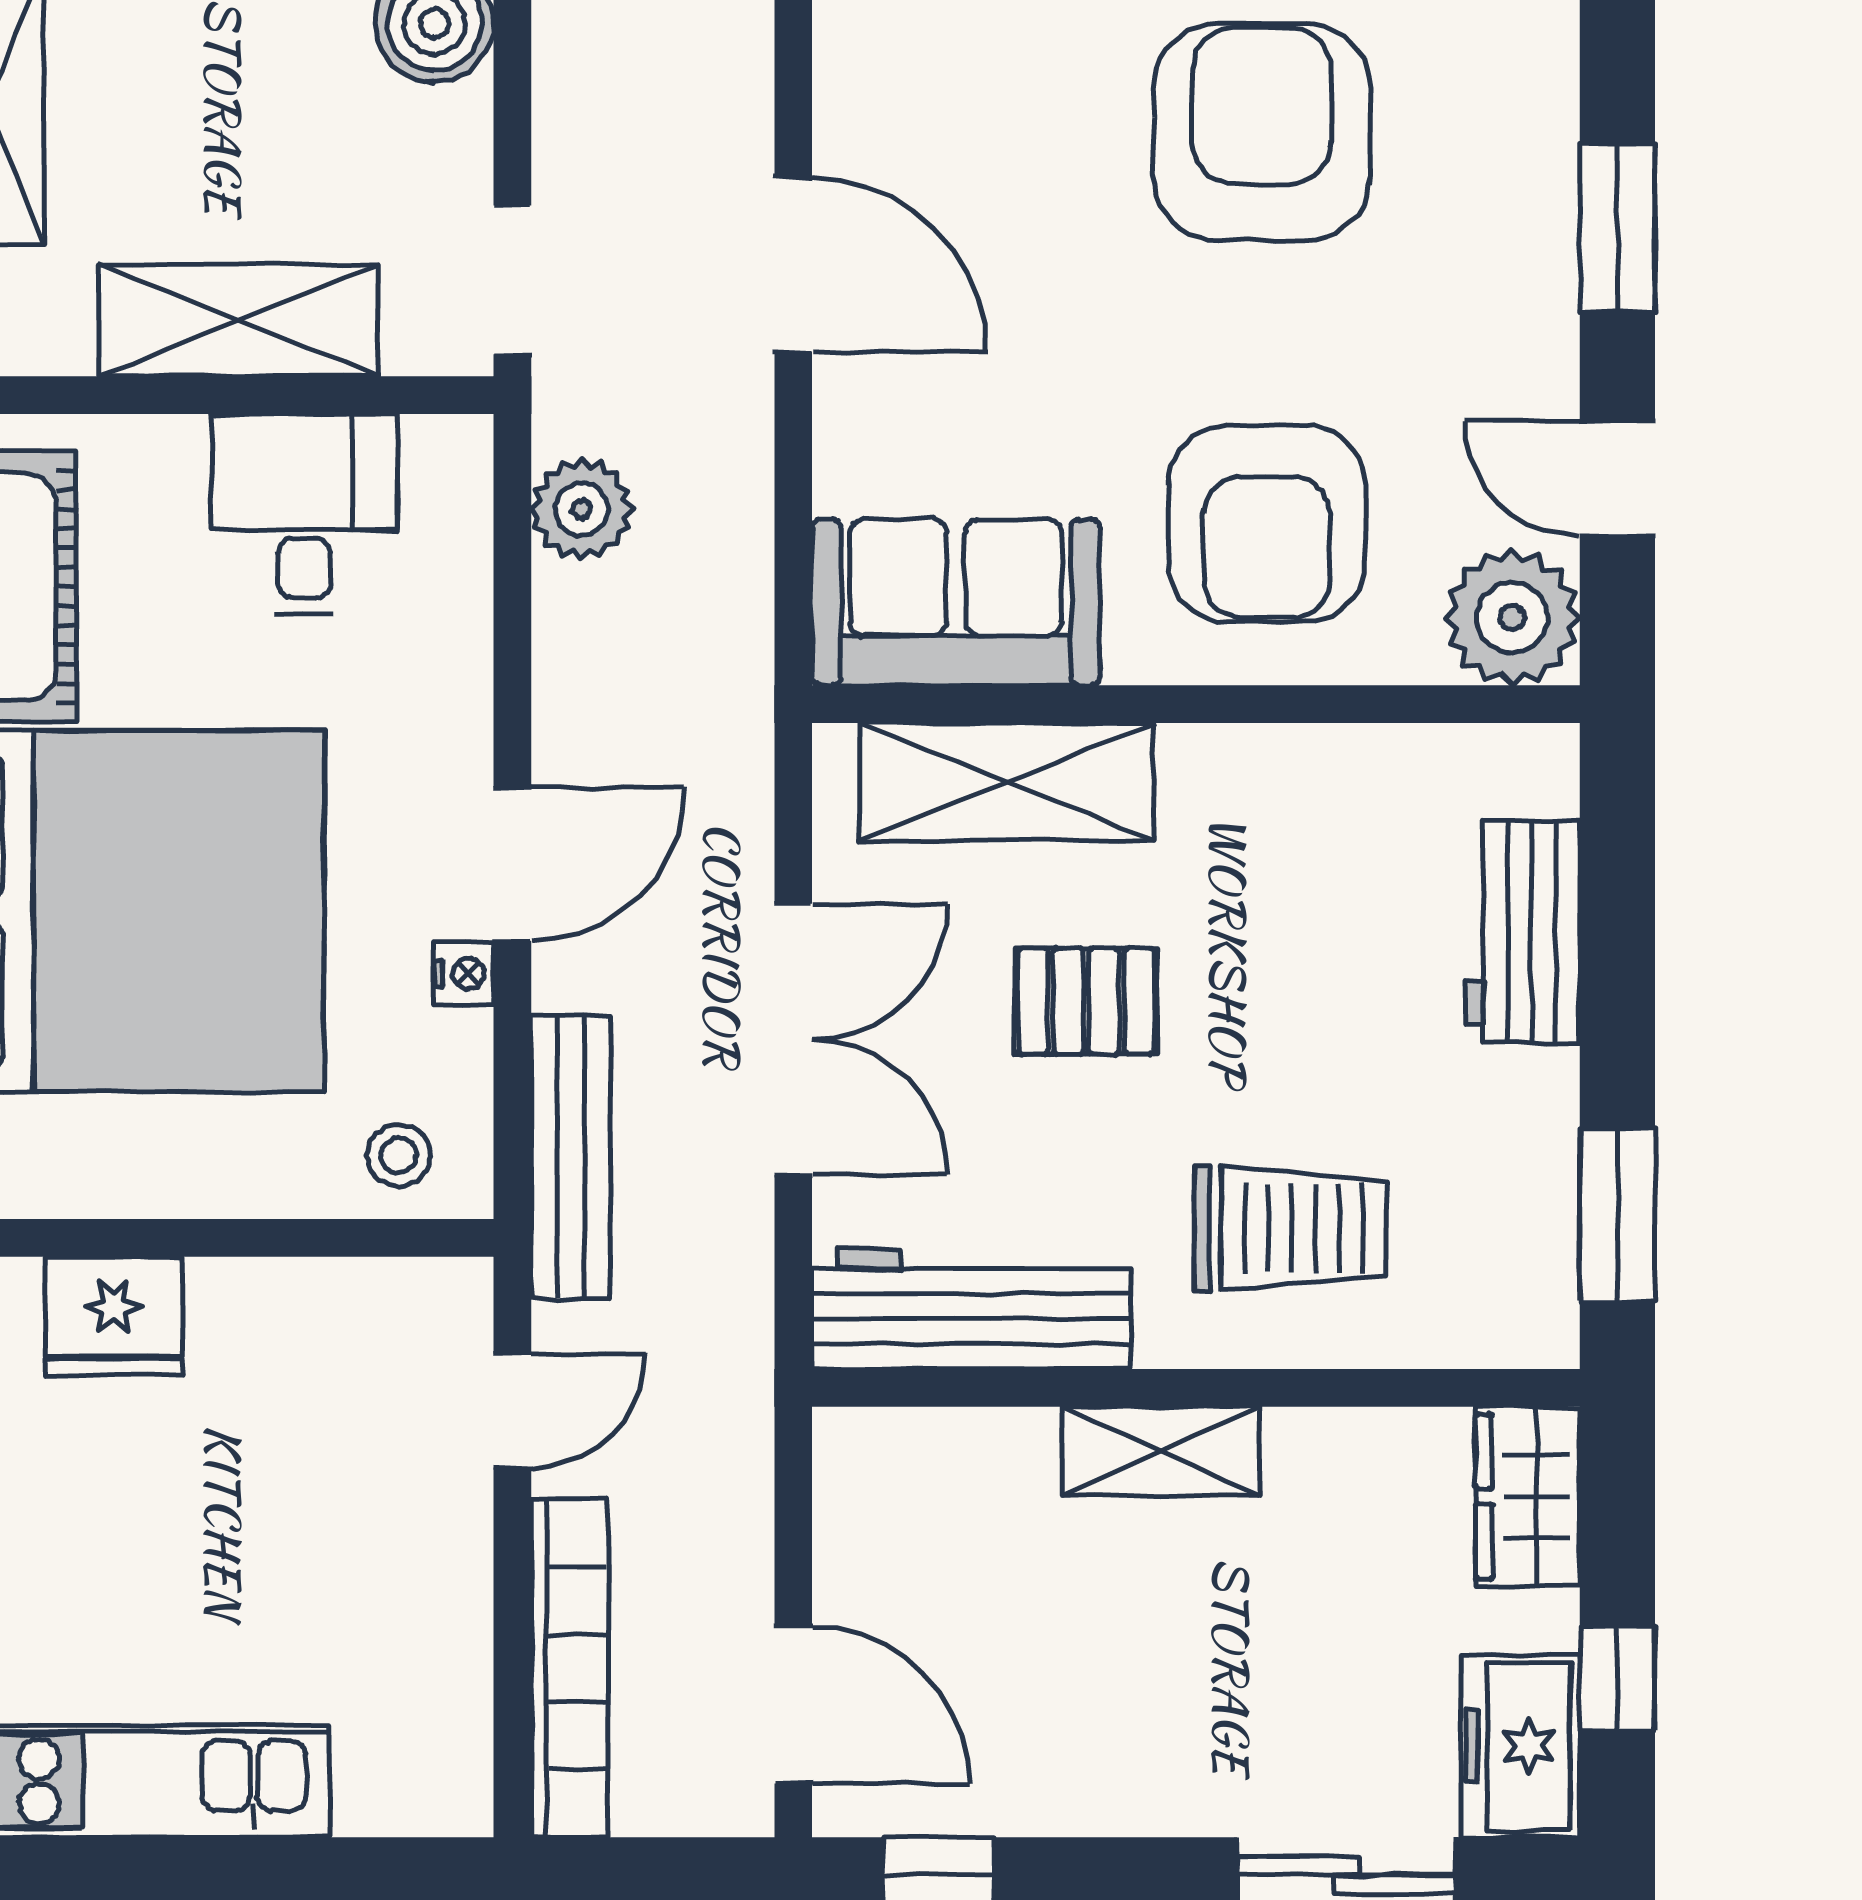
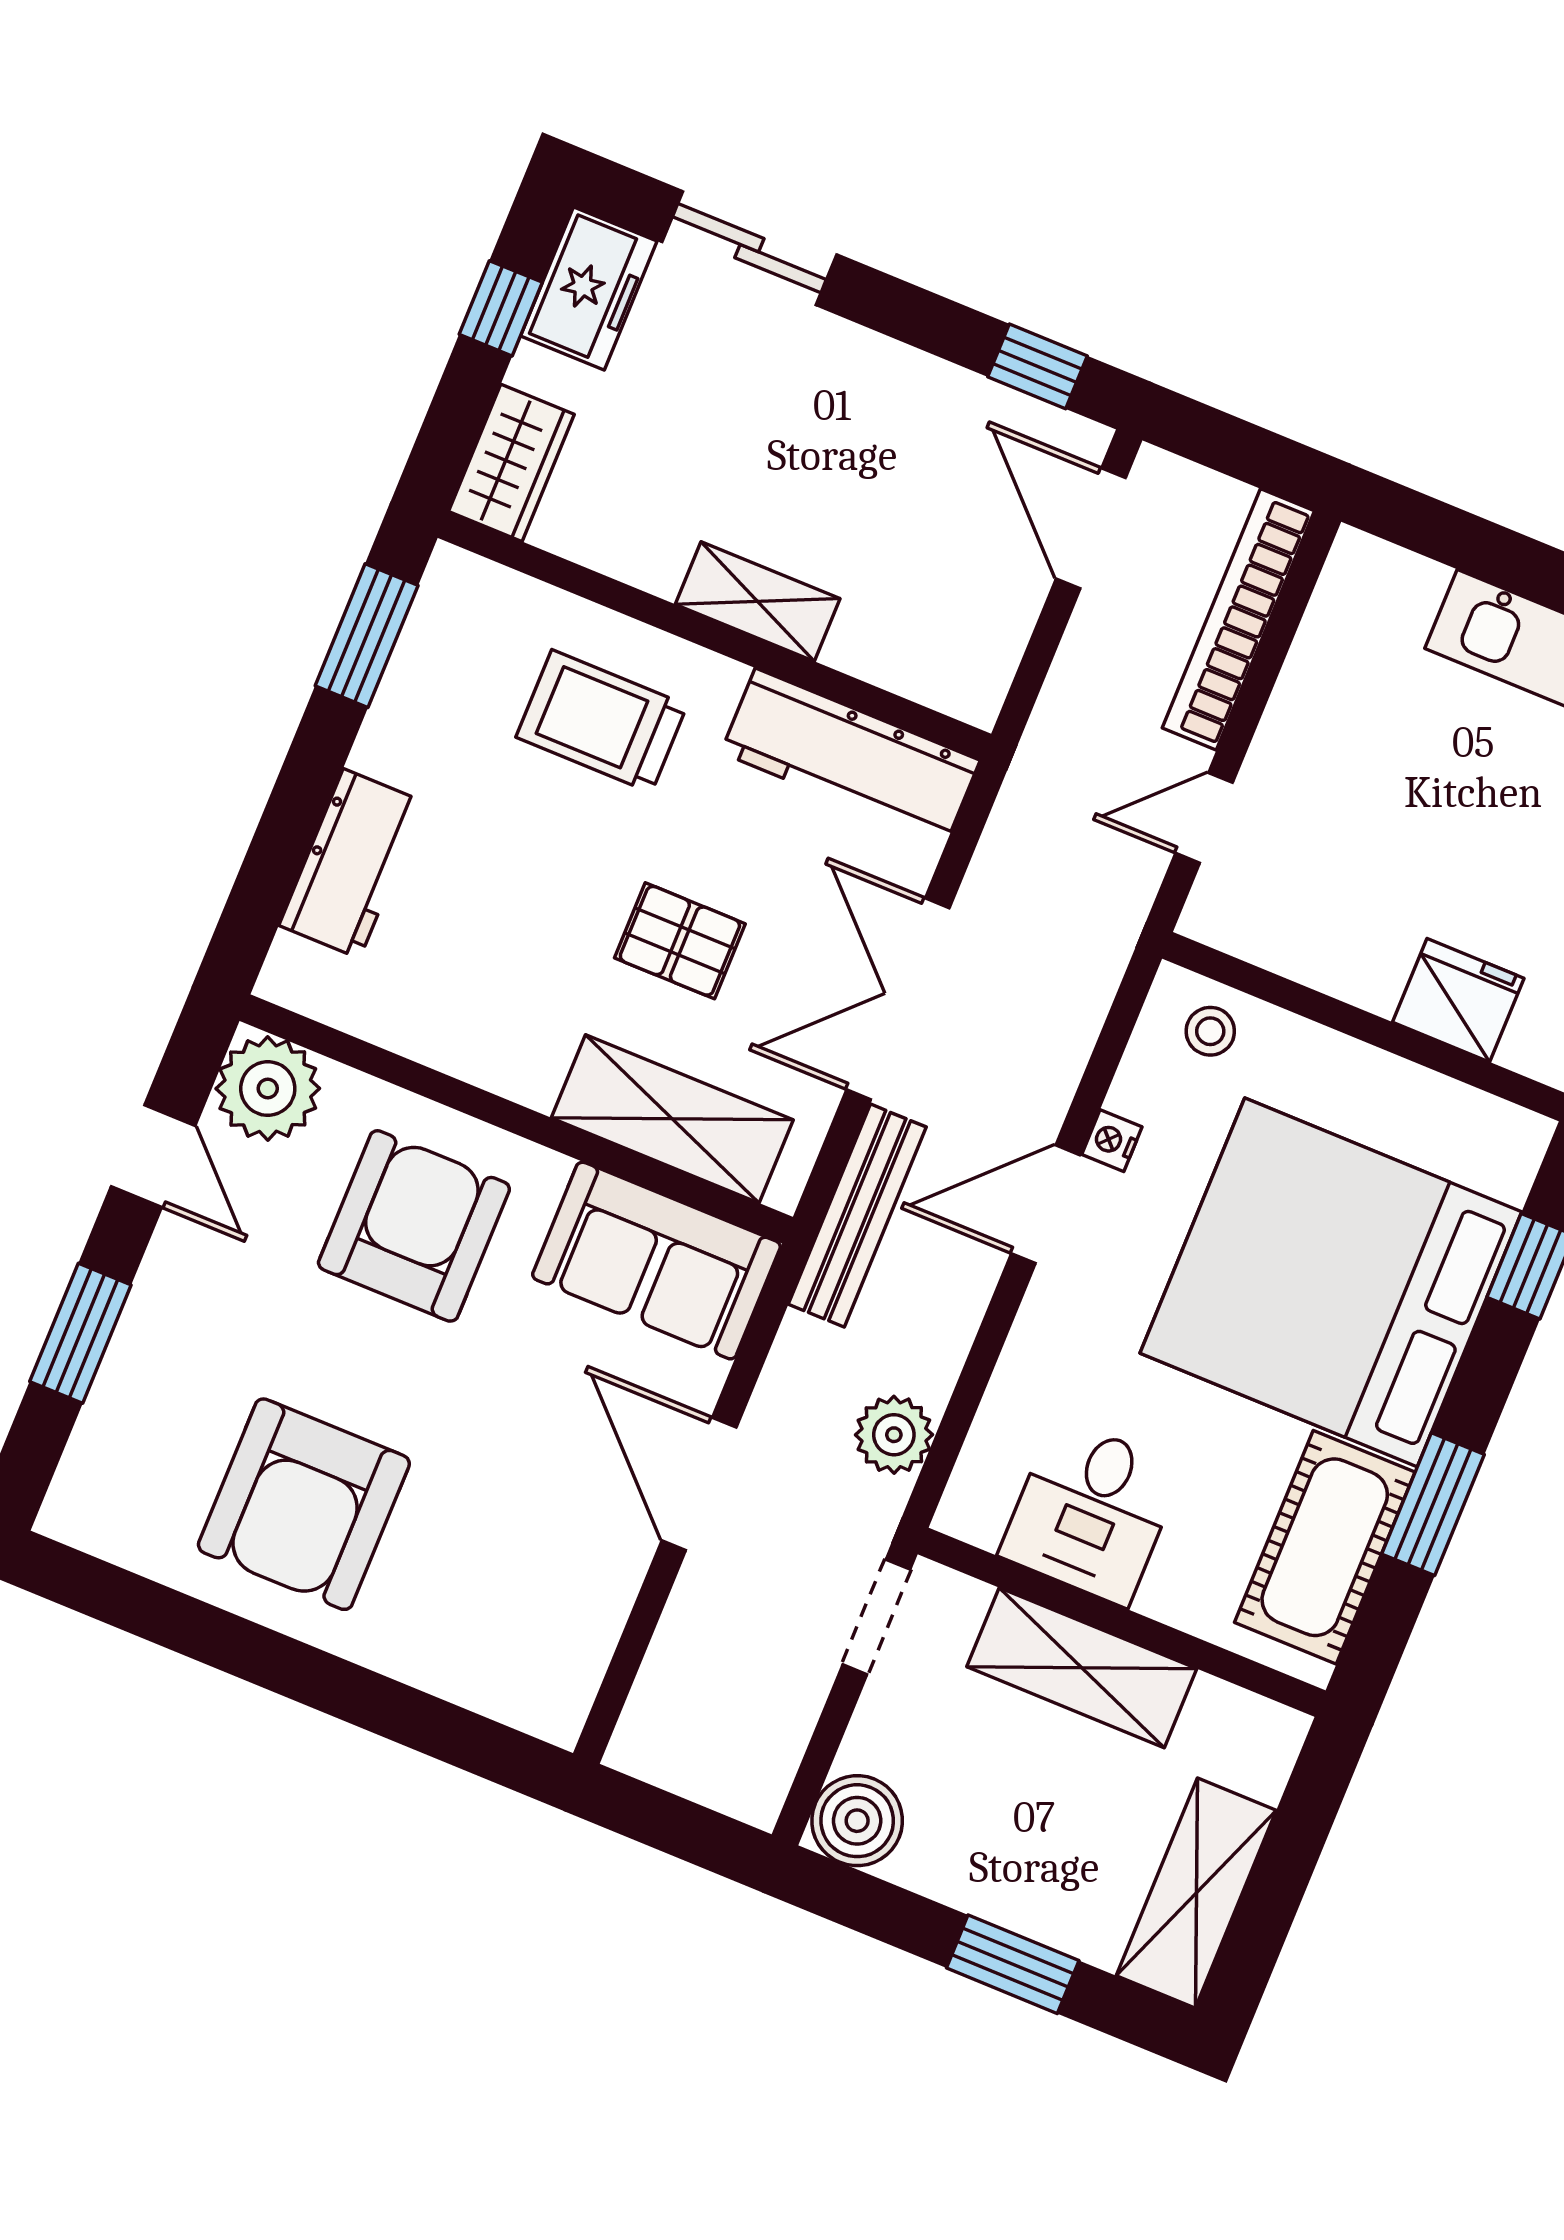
door: (793, 265) -> (699, 1484), moved
bench: (571, 1157) -> (857, 1216), moved

